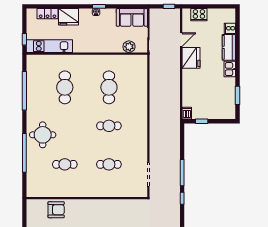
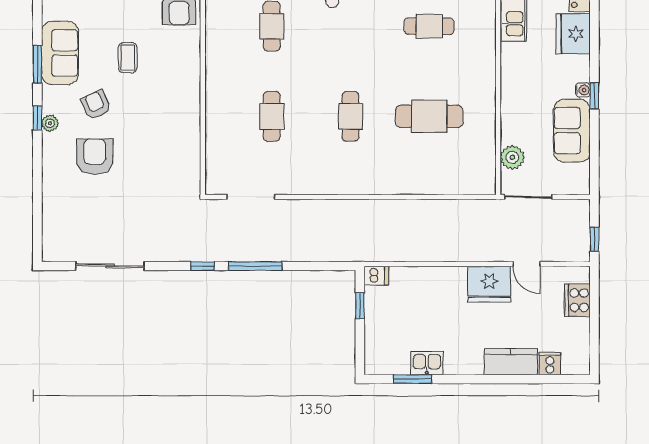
sofa: (132, 17) -> (572, 131), moved
kitchen sink: (230, 69) -> (427, 363), moved
cafe table: (65, 87) -> (429, 26), width x0.73, depth x0.74

